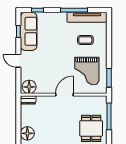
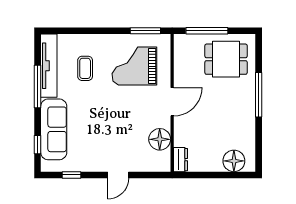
sofa: (29, 31) -> (54, 129), moved, turned 90
grand piano: (87, 71) -> (134, 66), turned 180
floor lamp: (29, 87) -> (160, 139), moved
door: (64, 95) -> (172, 102), swing flipped

